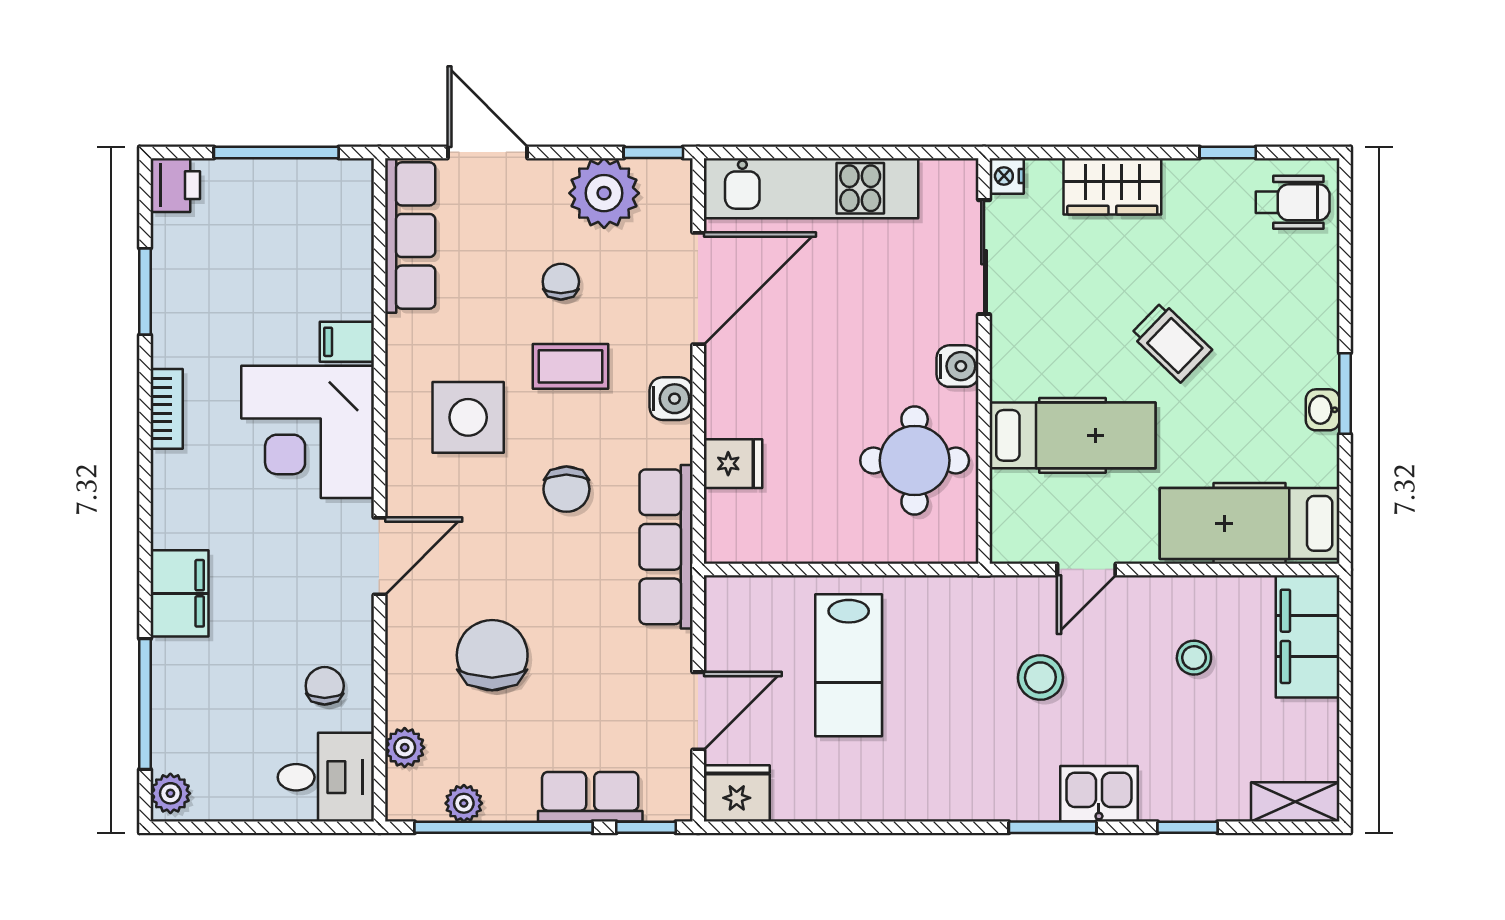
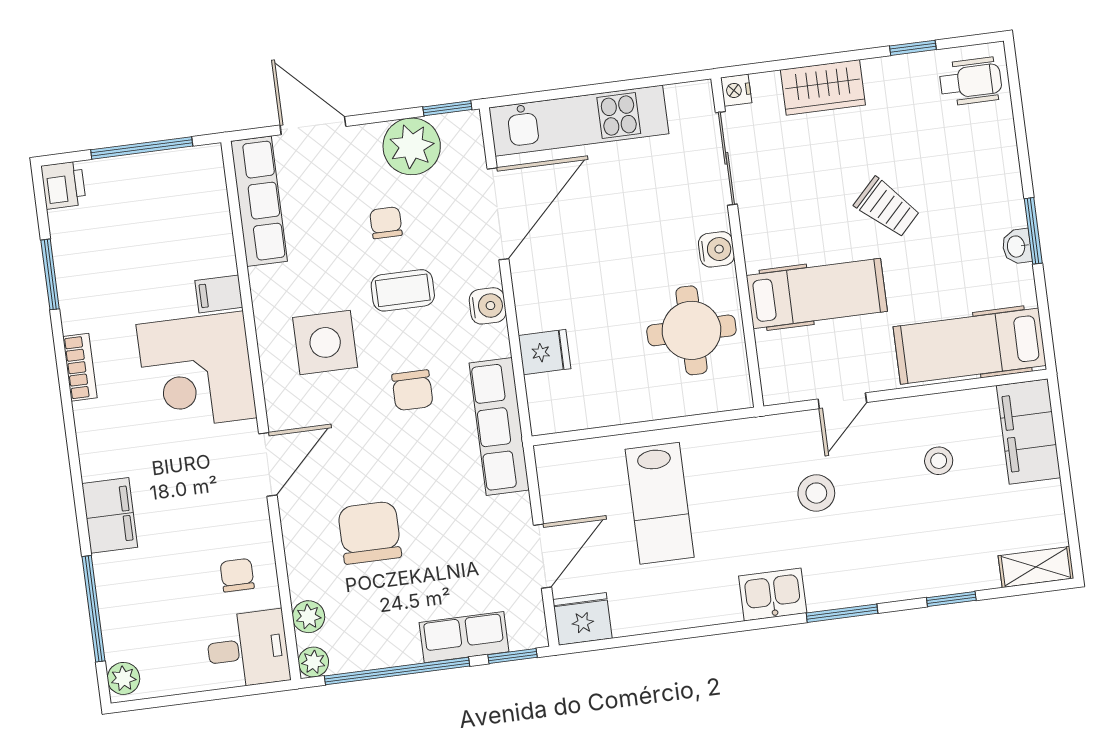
kitchen sink: (1099, 794) -> (773, 595), moved
plant: (464, 803) -> (313, 662), moved

